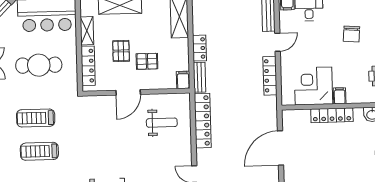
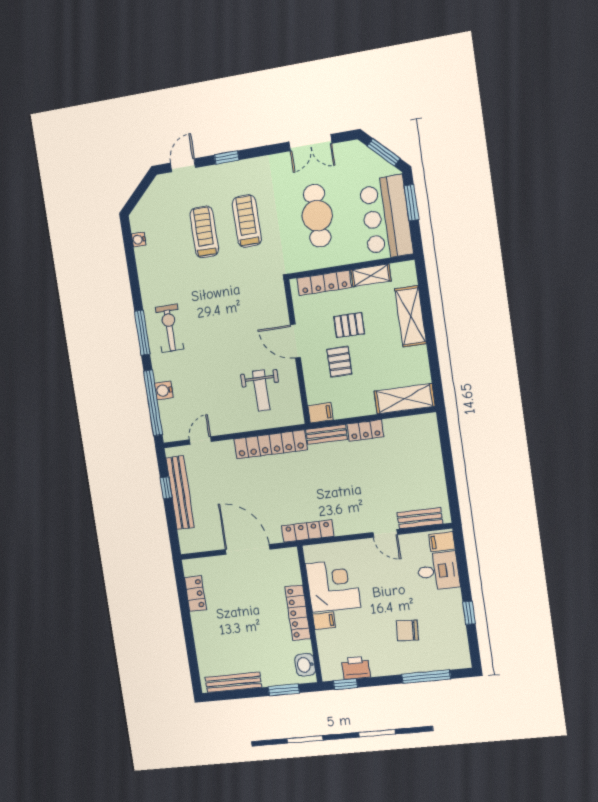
locker: (270, 76) -> (308, 531), moved

